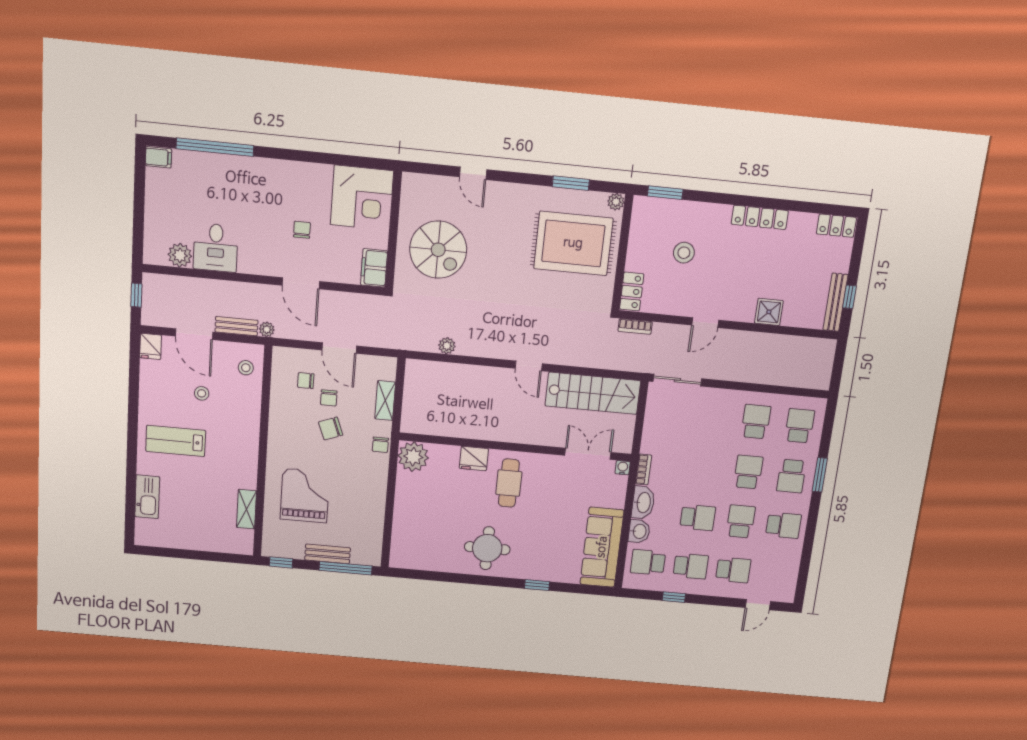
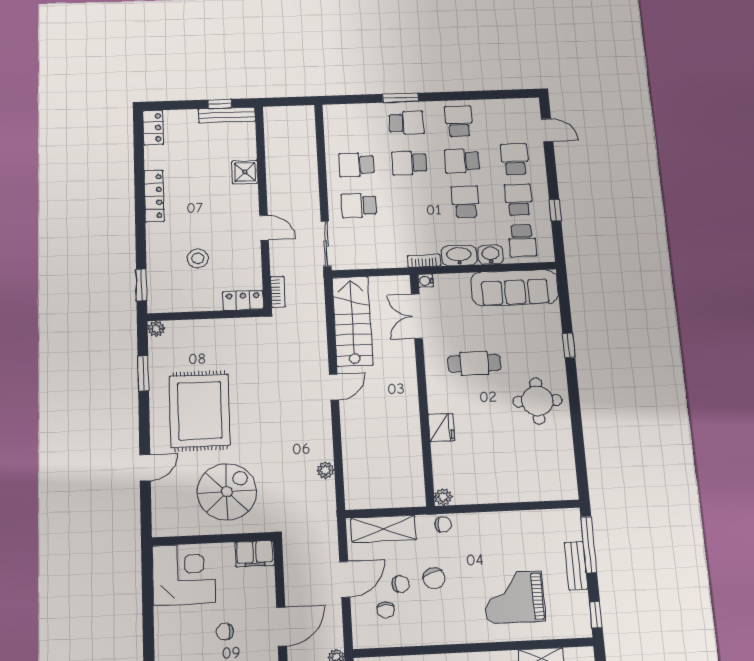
rug: (573, 243) -> (200, 411), moved
shelving: (385, 400) -> (384, 529), width x1.50, depth x1.33
school desk: (800, 426) -> (359, 206), moved
plant: (413, 457) -> (443, 497), width x0.53, depth x0.53
cafe table: (509, 483) -> (474, 363), moved

